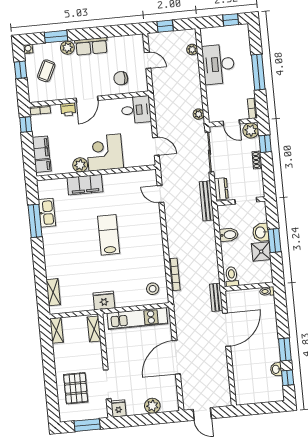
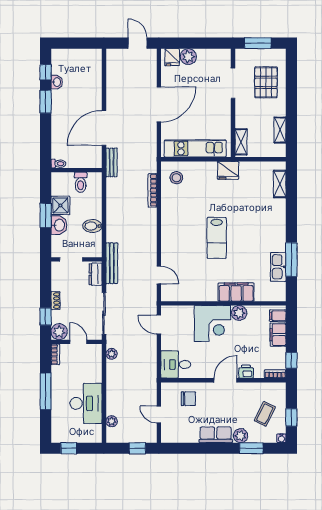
toilet: (232, 277) -> (81, 182), moved
shelving: (57, 330) -> (280, 130), moved
fridge: (118, 408) -> (172, 57), moved

